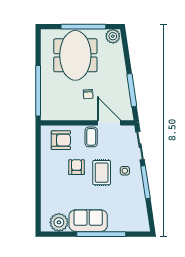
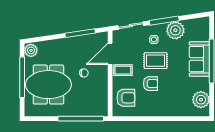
armchair: (61, 140) -> (126, 98), turned 90
armchair: (77, 167) -> (151, 84), turned 180
plant: (135, 194) -> (175, 30), added
sofa: (88, 221) -> (199, 59), moved

